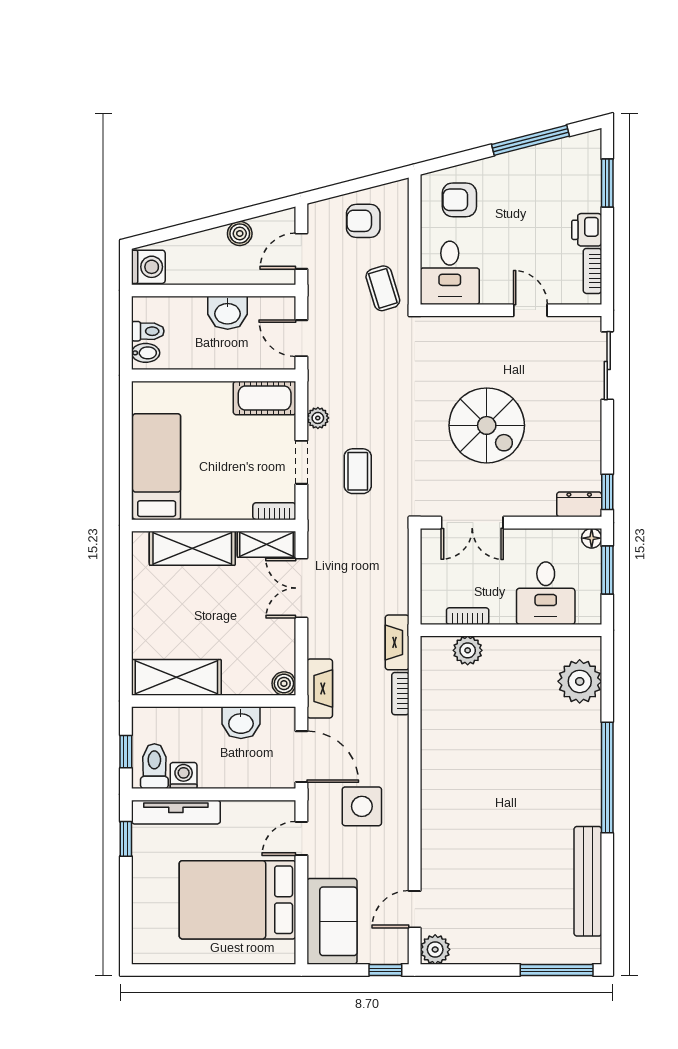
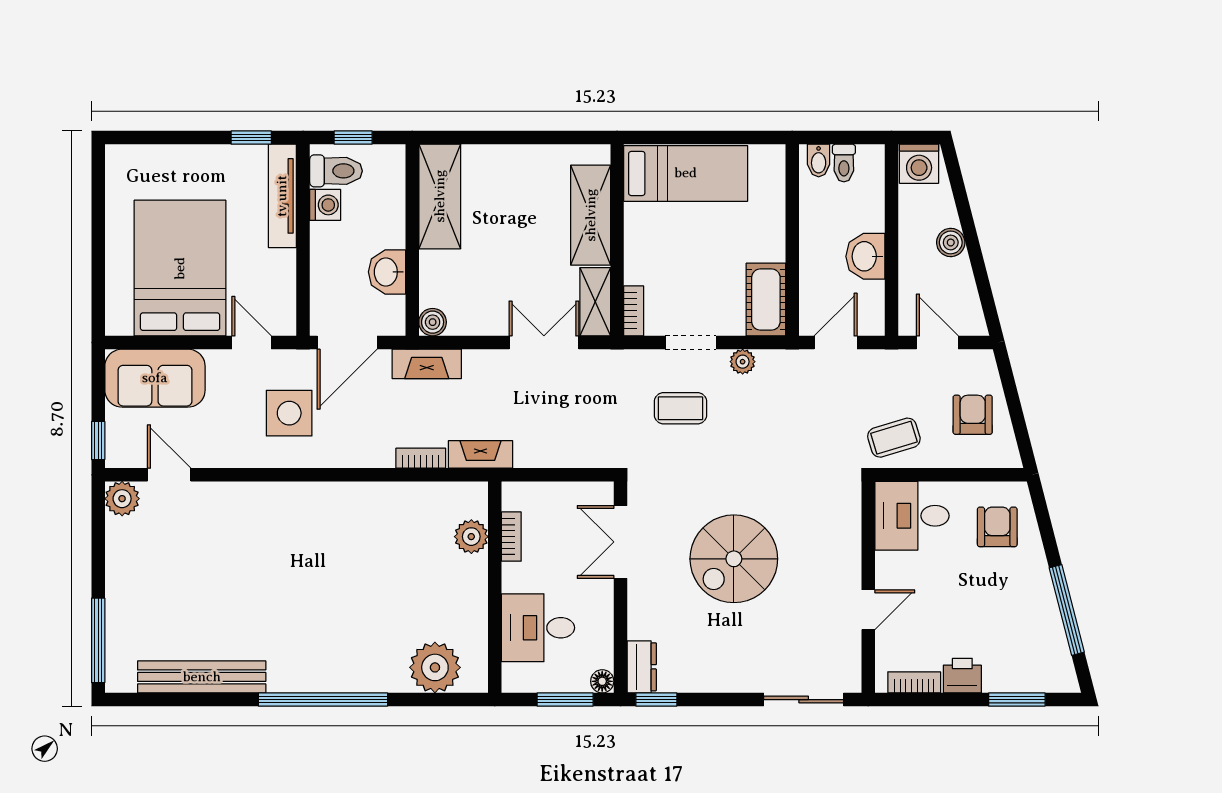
boiler: (240, 233) -> (951, 242), moved

